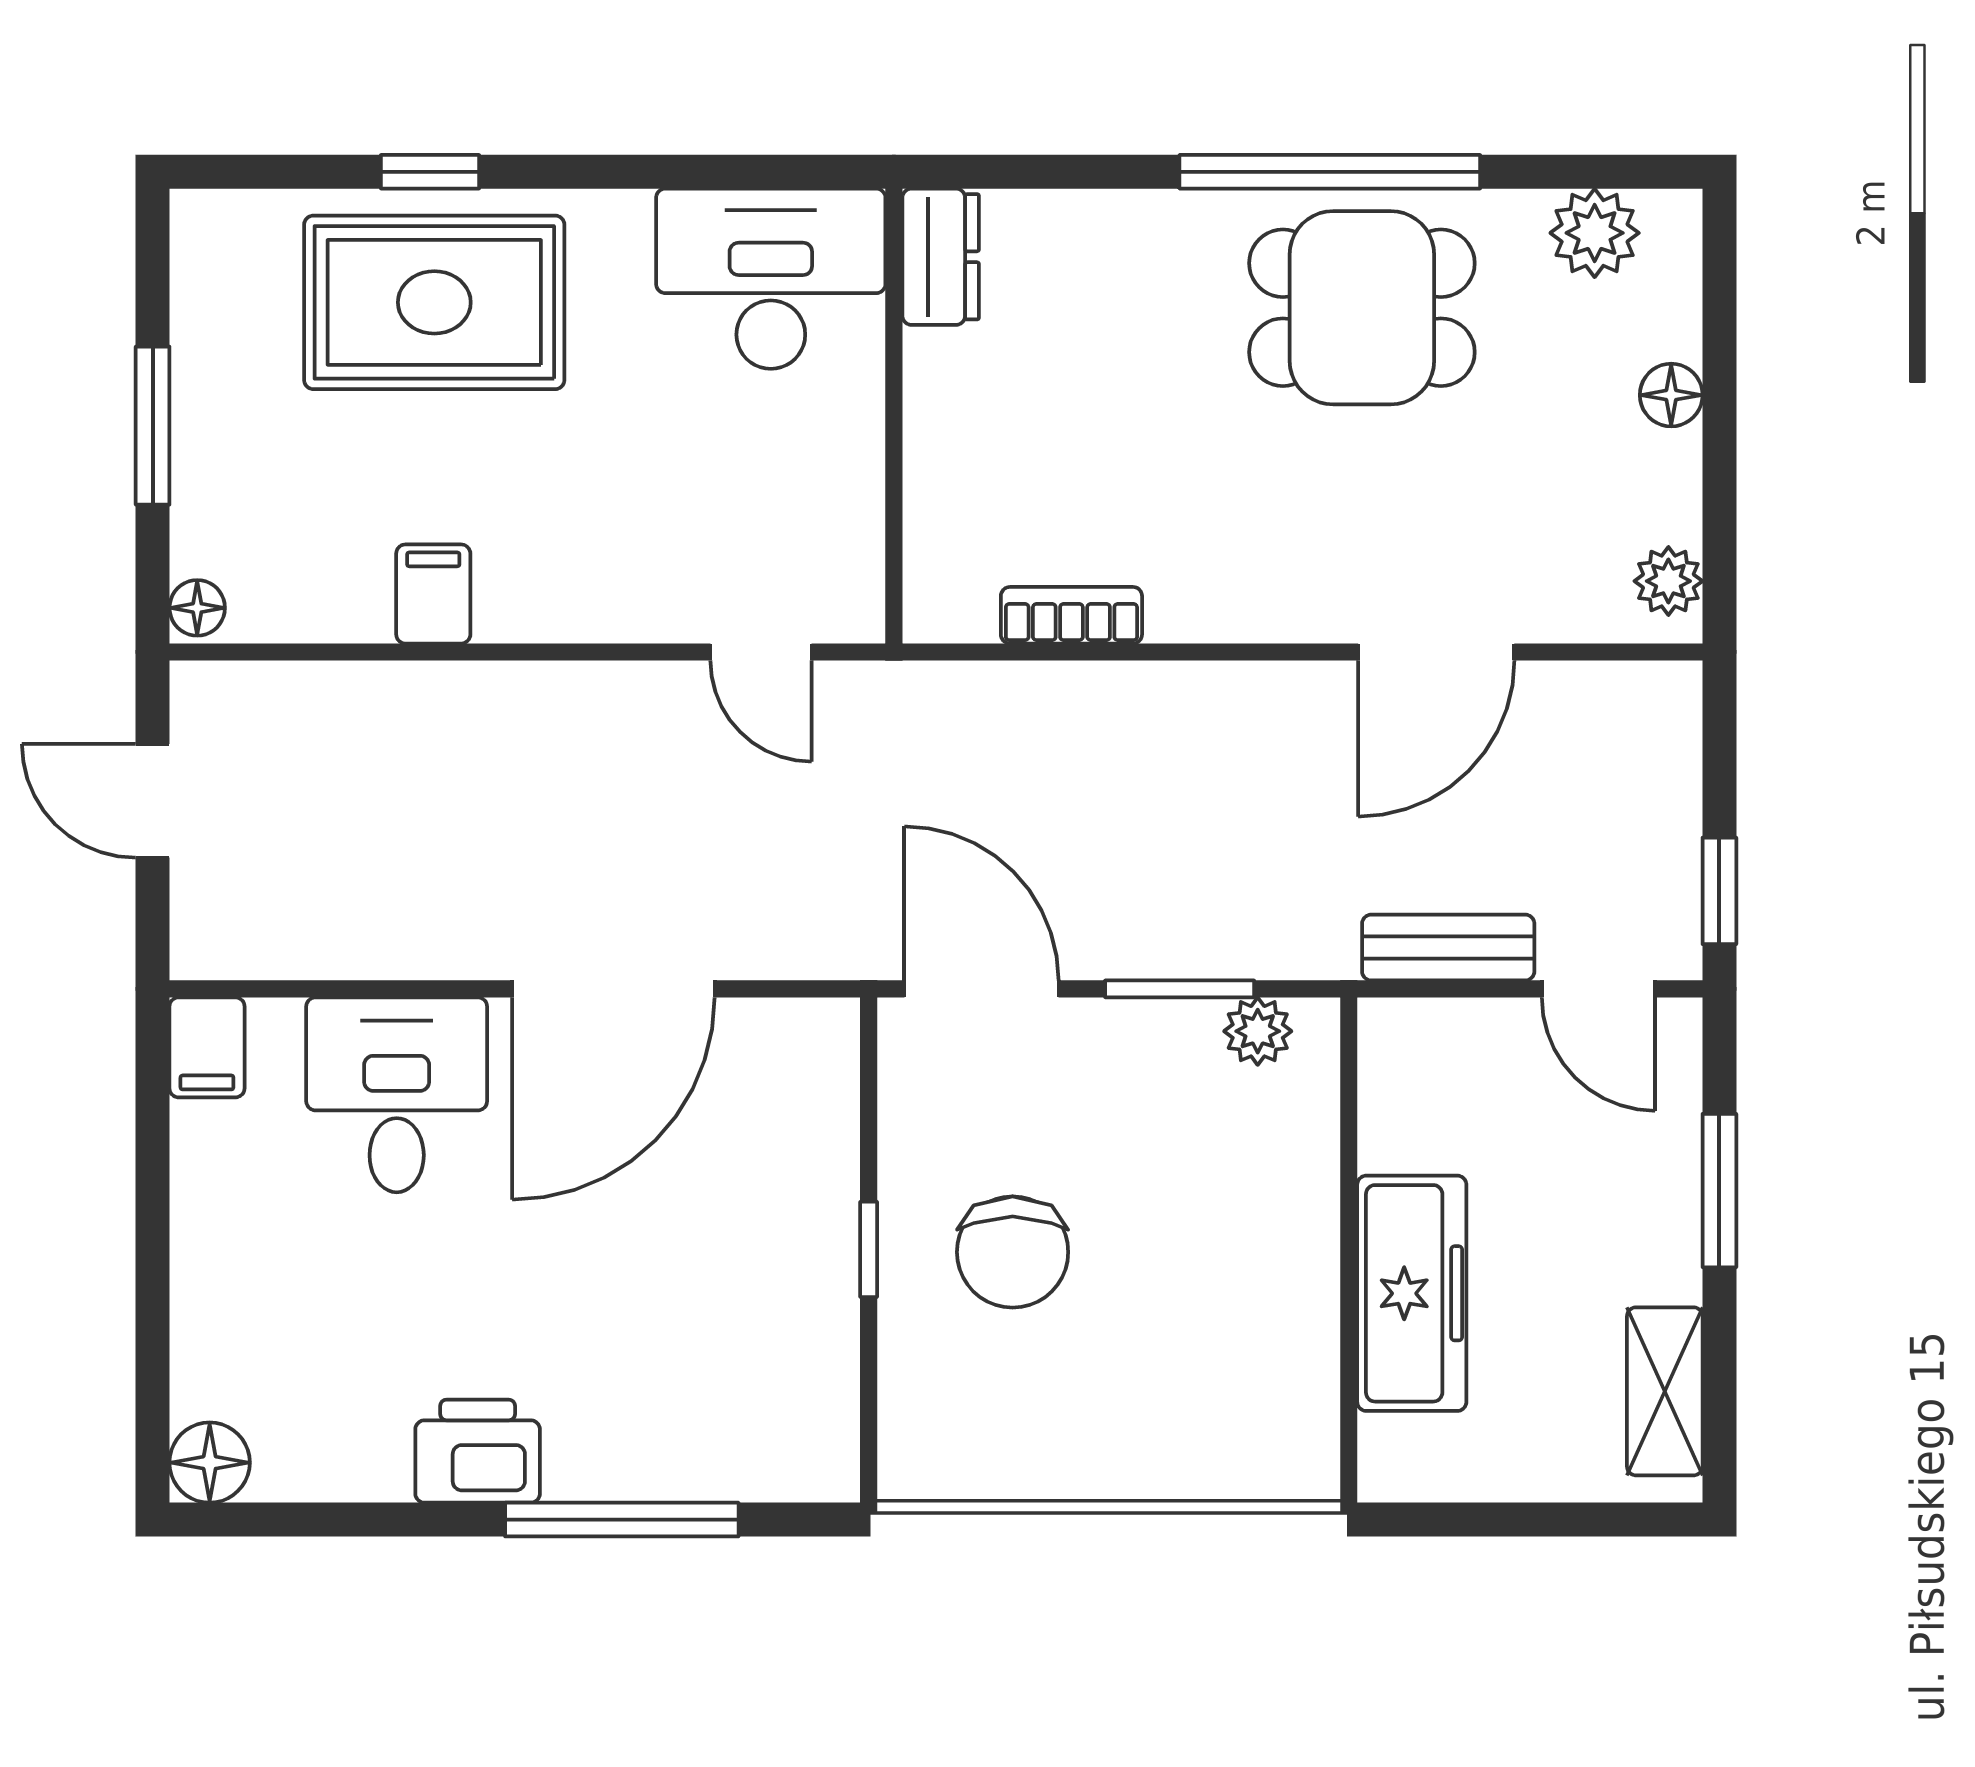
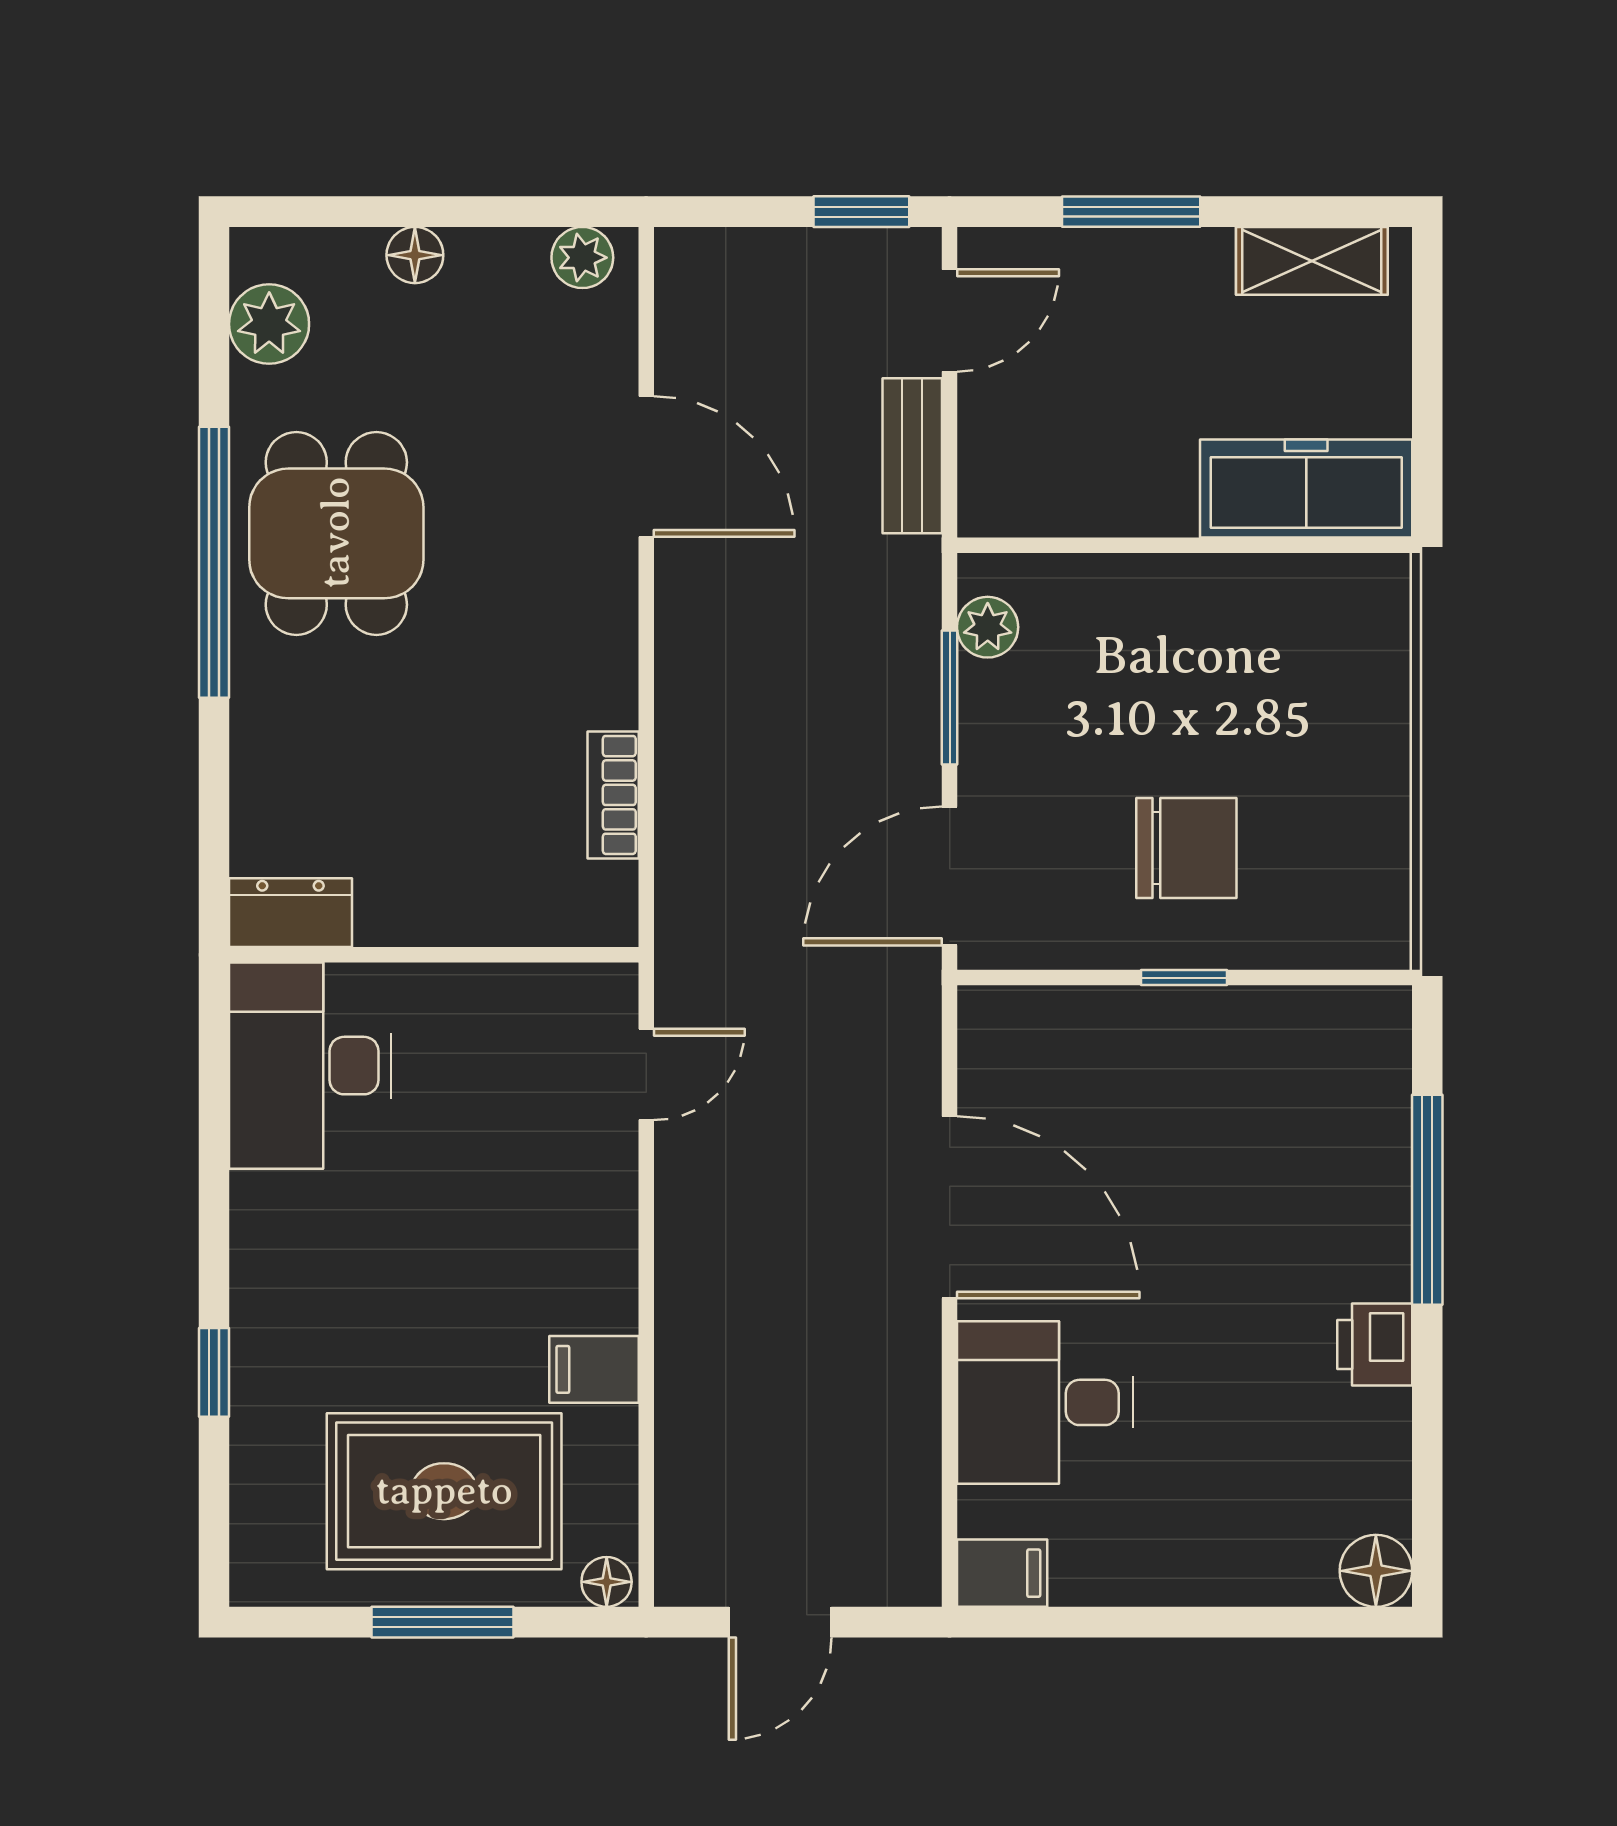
rug: (434, 302) -> (444, 1491), moved, turned 90
freezer: (1412, 1293) -> (1306, 489), moved
printer: (478, 1451) -> (1375, 1344), width x0.73, depth x0.81

